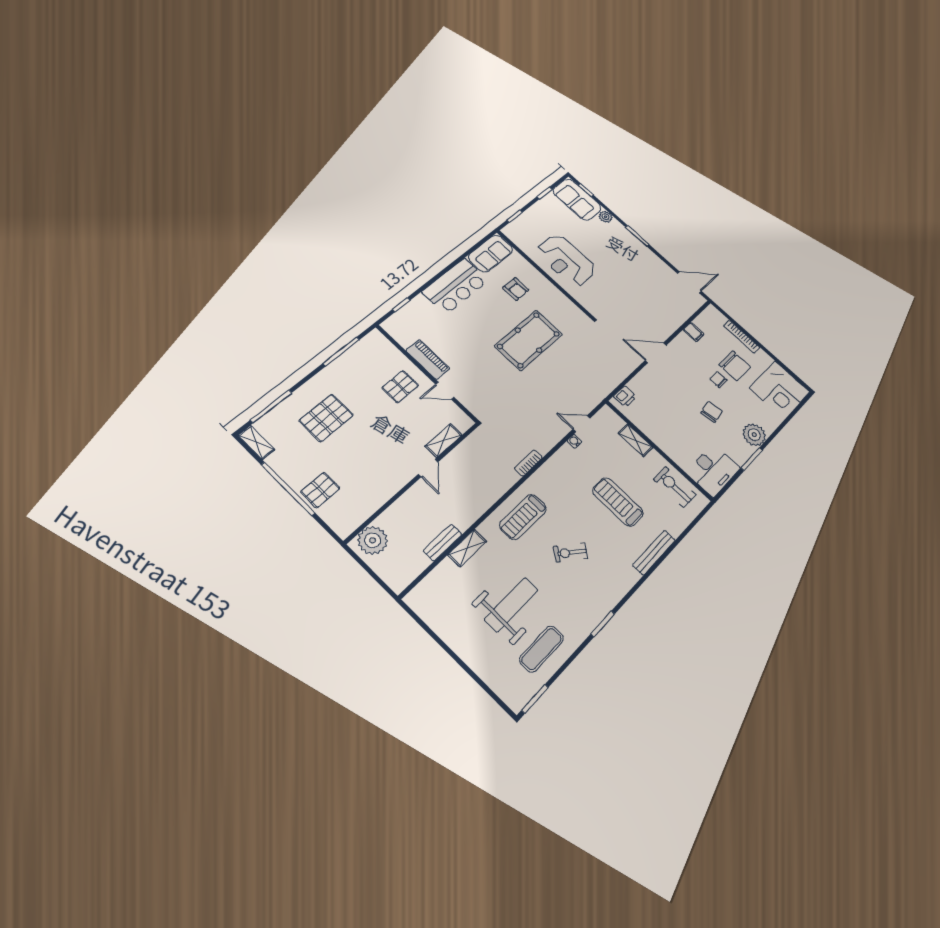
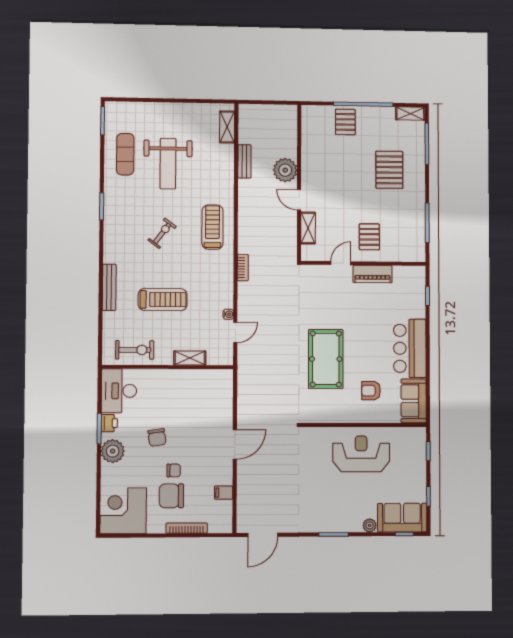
printer: (625, 397) -> (109, 423), moved, turned 180
plant: (373, 540) -> (285, 170), moved
shelving: (467, 548) -> (227, 127), moved

